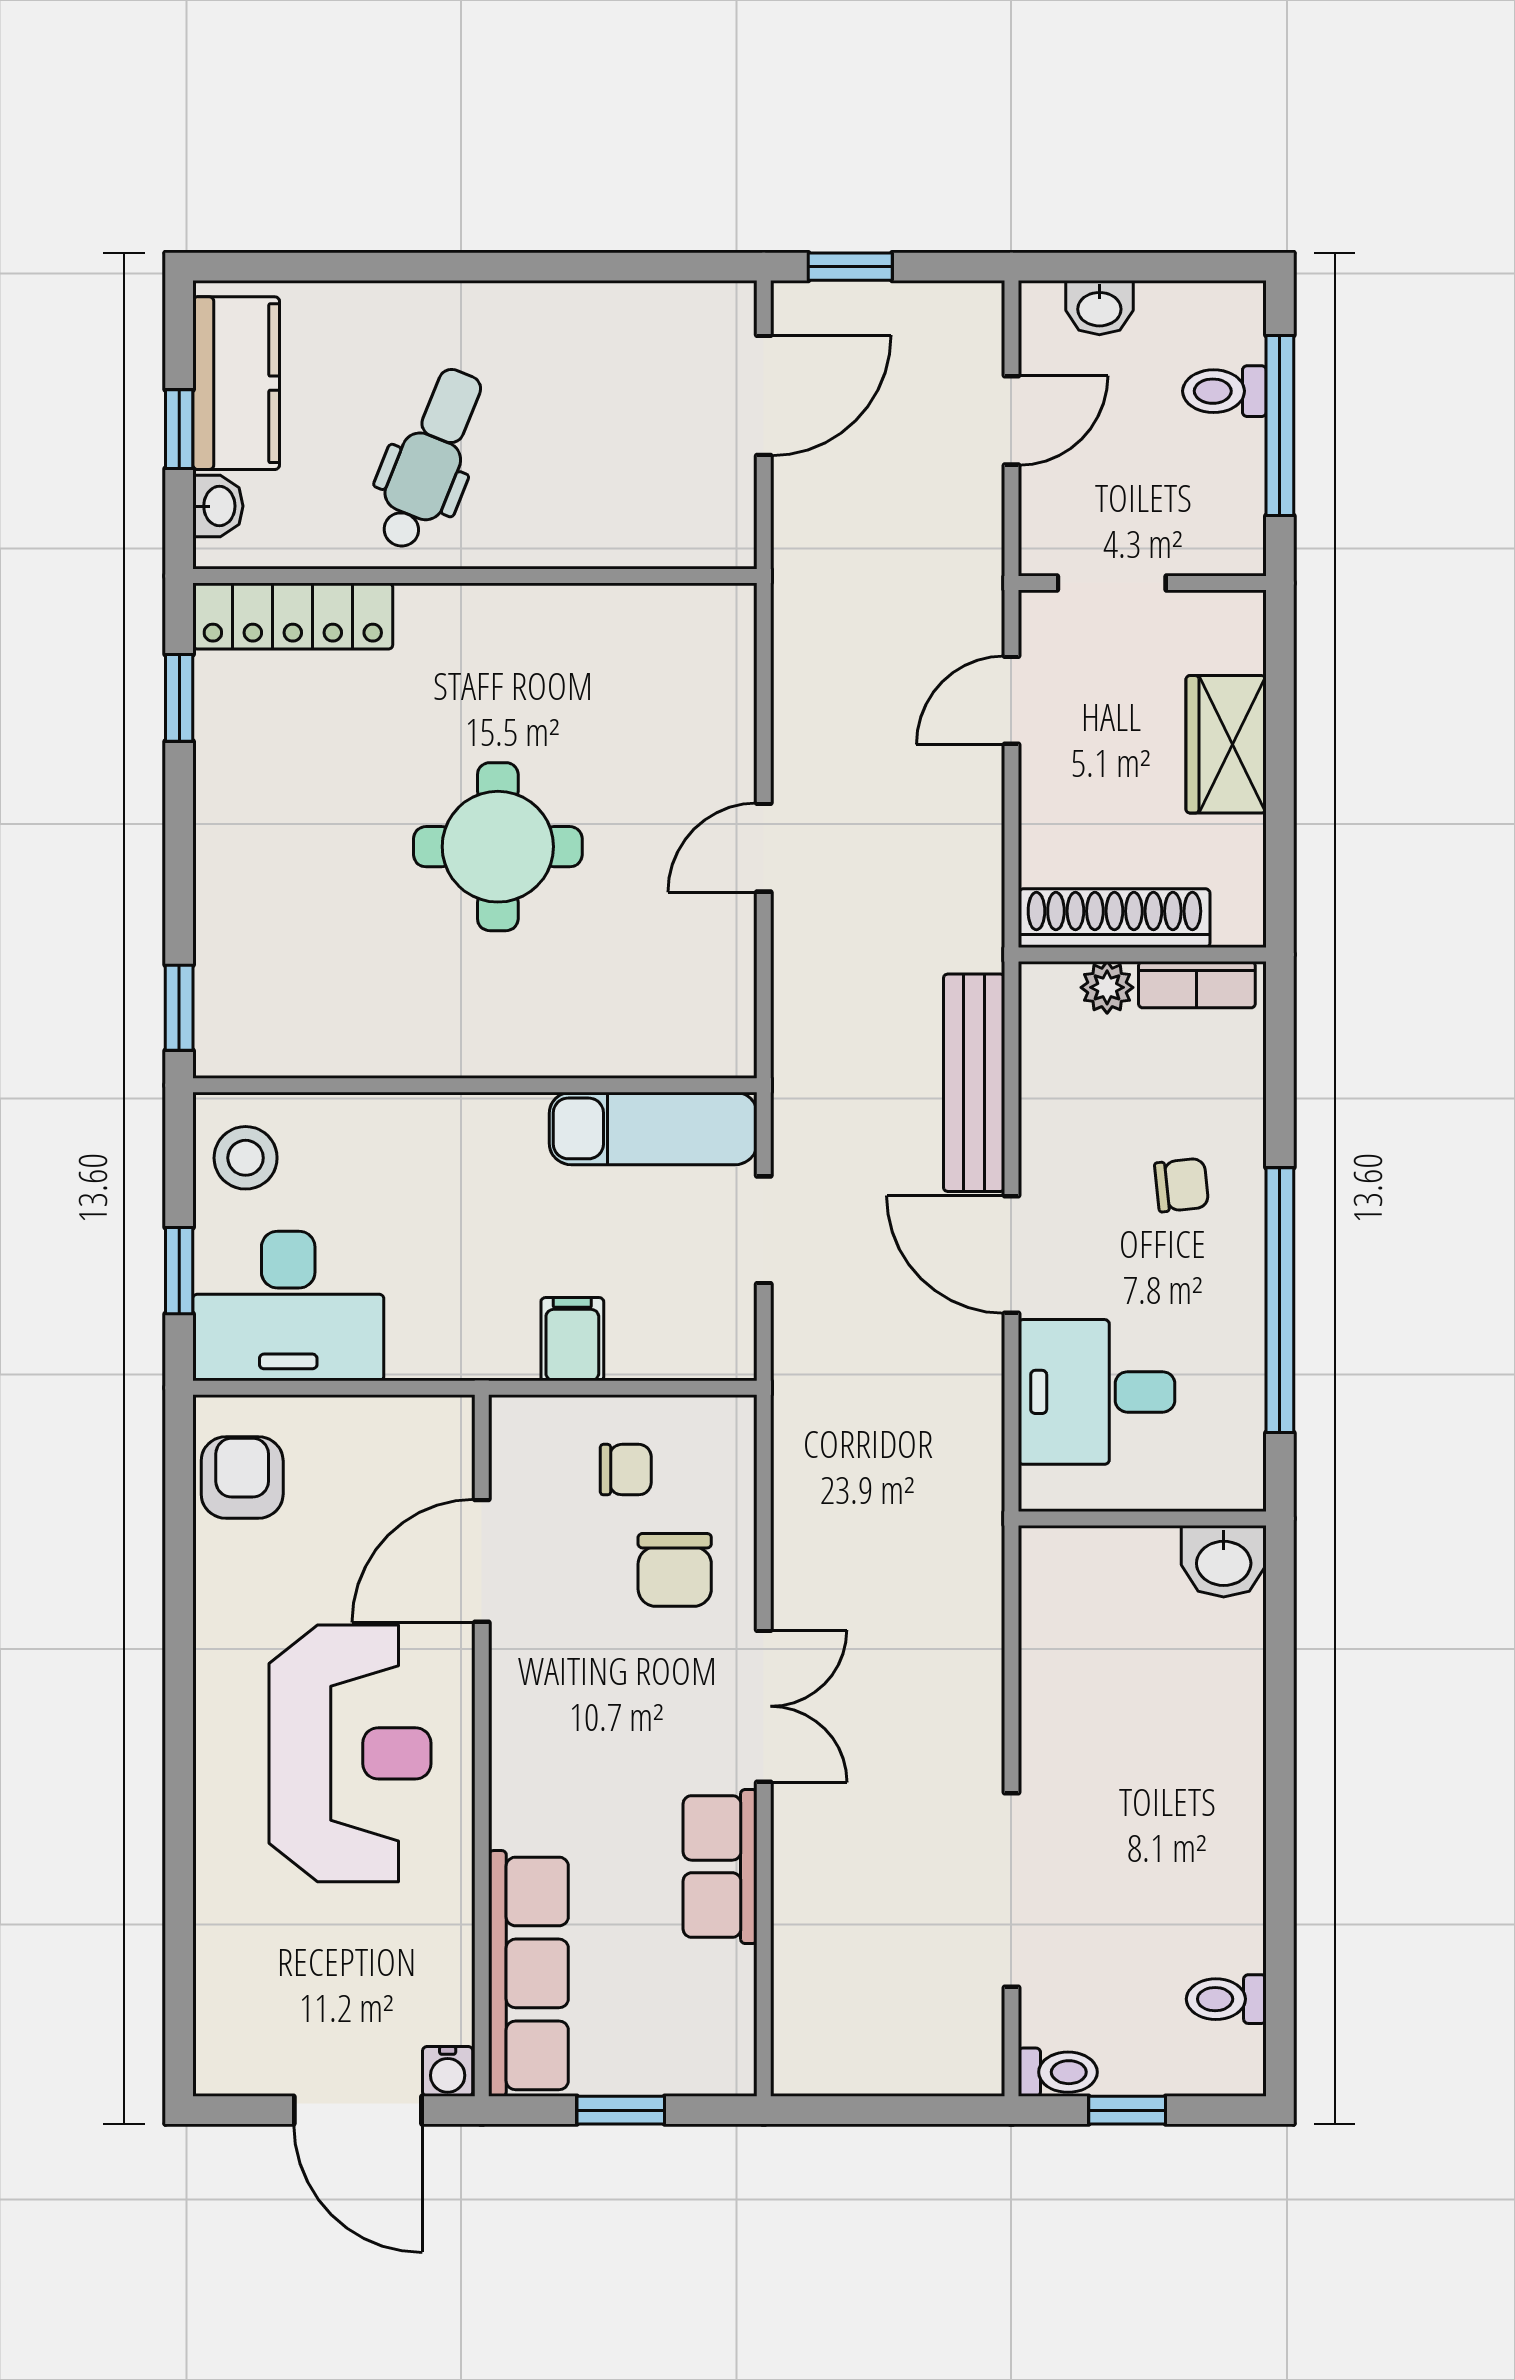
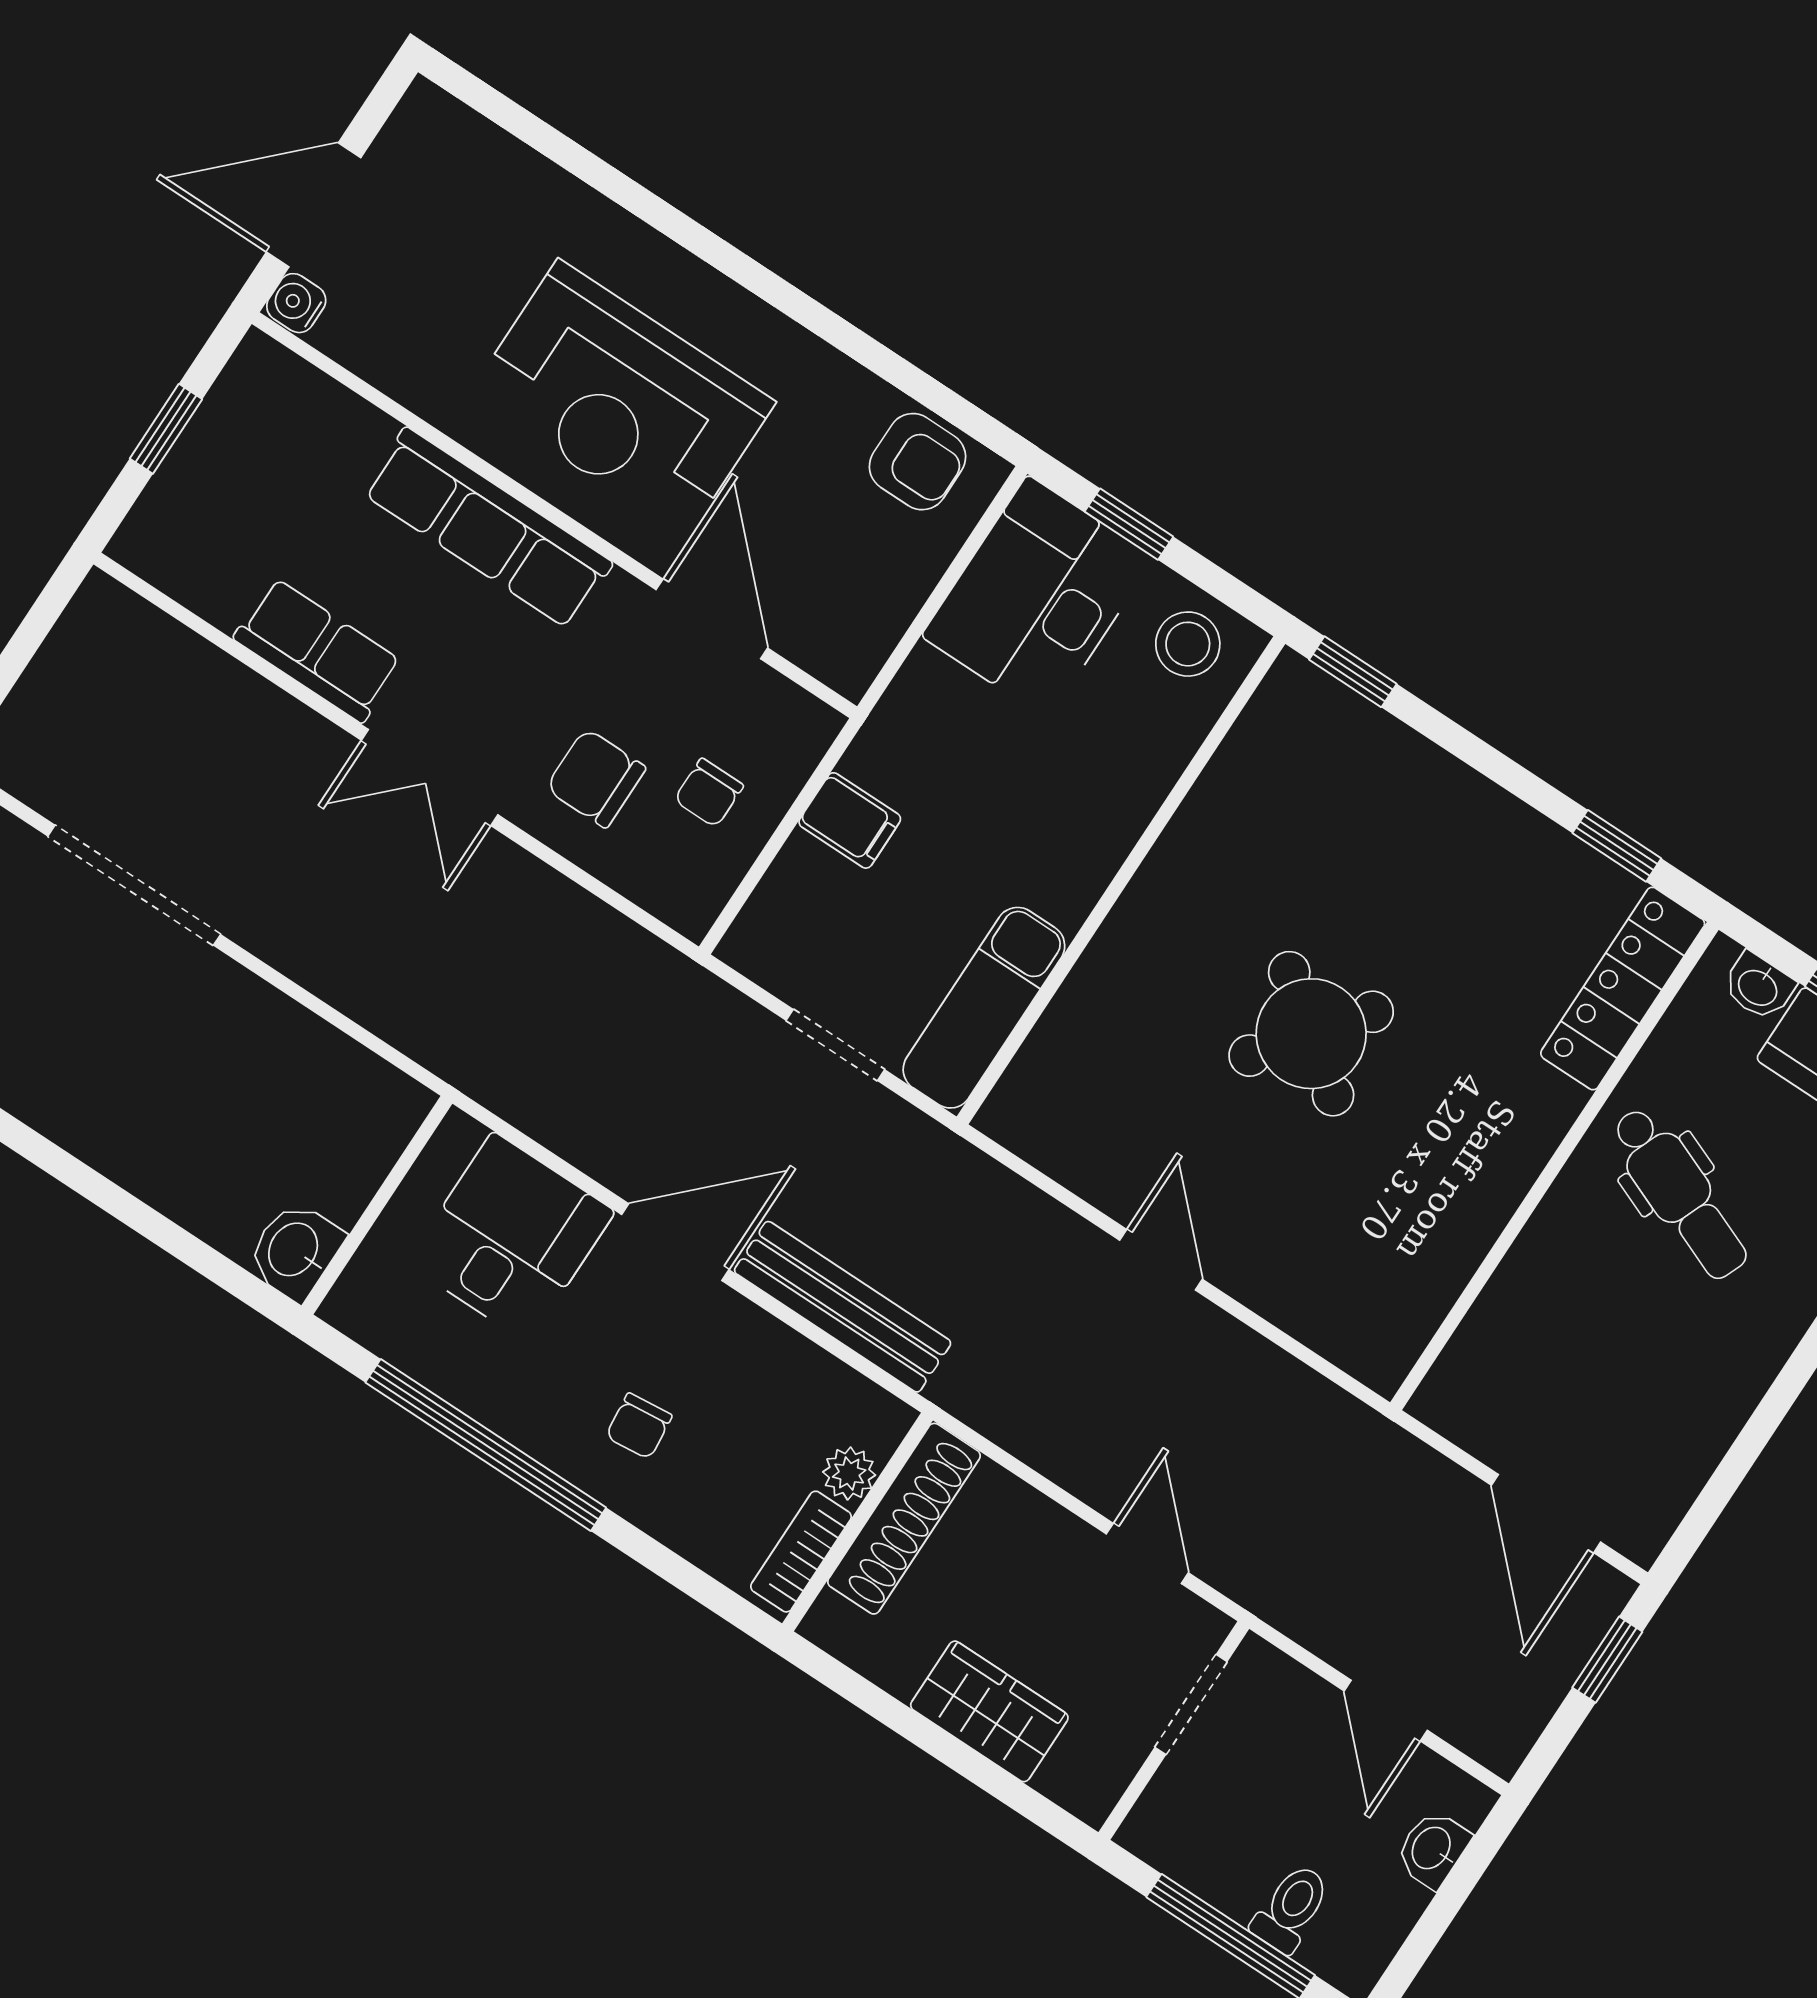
round table: (498, 847) -> (1311, 1034), turned 37
row of seats: (528, 1973) -> (488, 528), moved

